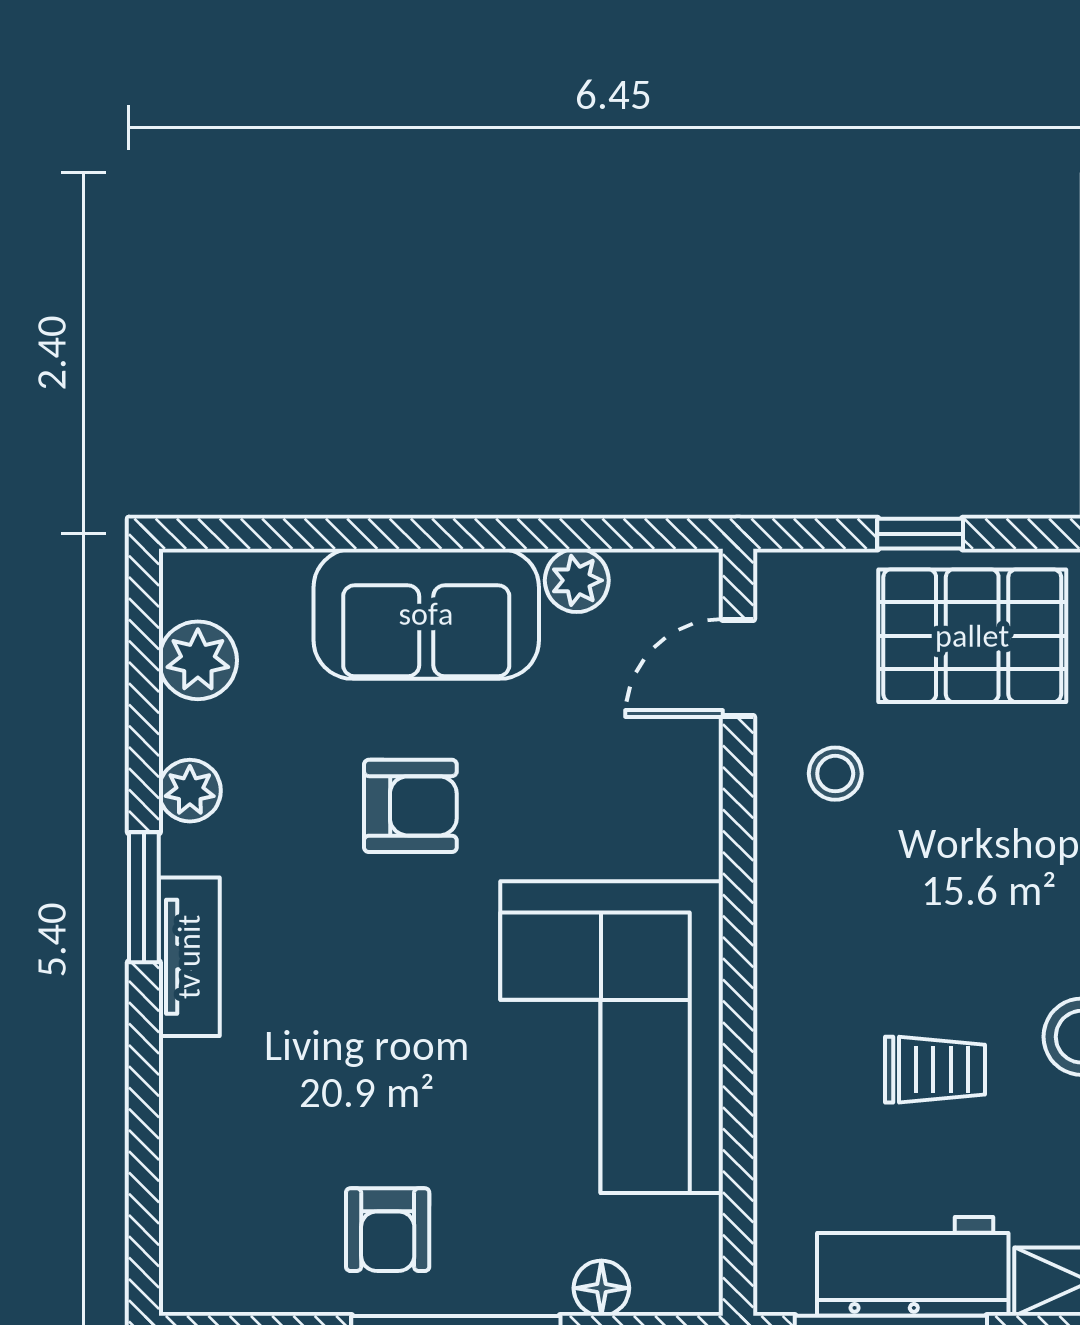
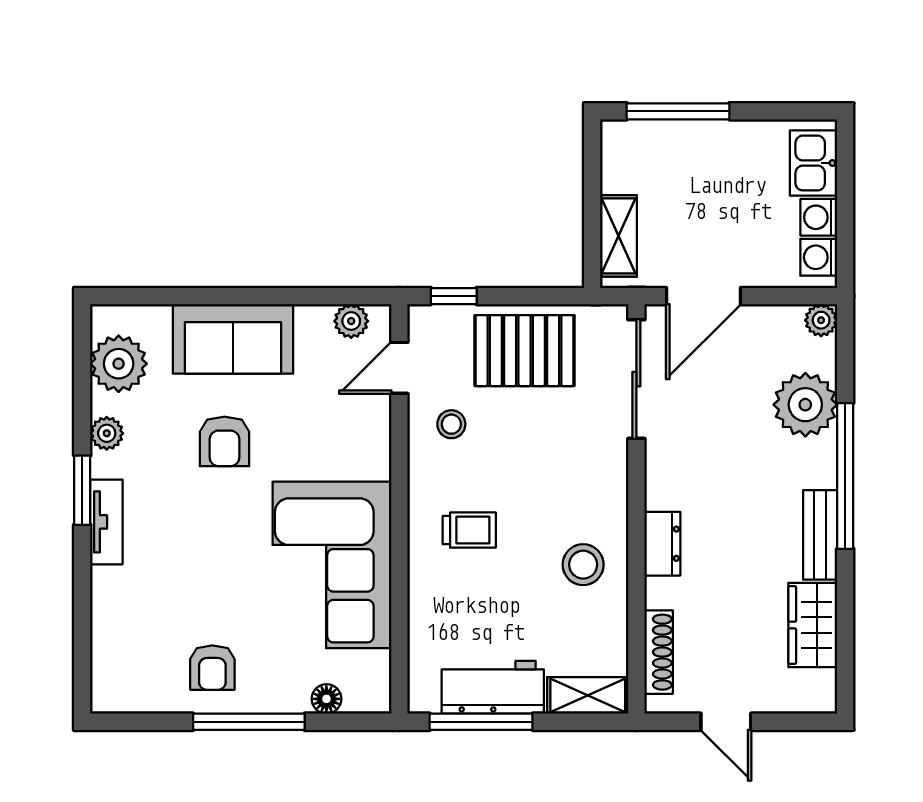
window: (920, 534) -> (454, 296), moved
plant: (577, 580) -> (351, 321), moved
plant: (198, 660) -> (119, 364), width x1.36, depth x1.36
armchair: (410, 806) -> (224, 441), turned 90
trolley: (935, 1070) -> (469, 530), moved

